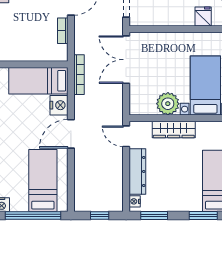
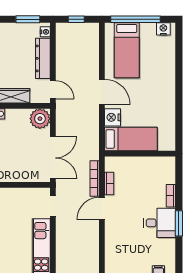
bookcase: (79, 75) -> (95, 179), moved
plant: (168, 104) -> (40, 119), moved
door: (71, 134) -> (102, 92), hinge flipped

